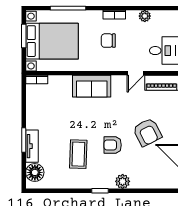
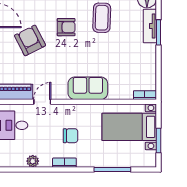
bed with nightstands: (52, 41) -> (129, 127), width x0.73

